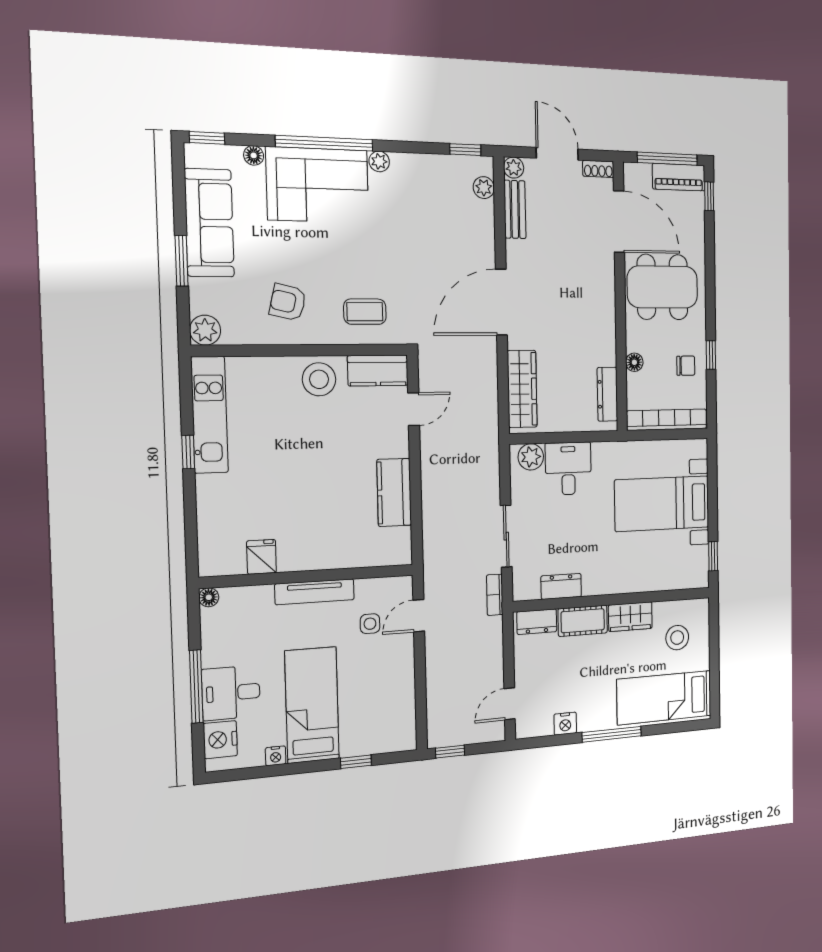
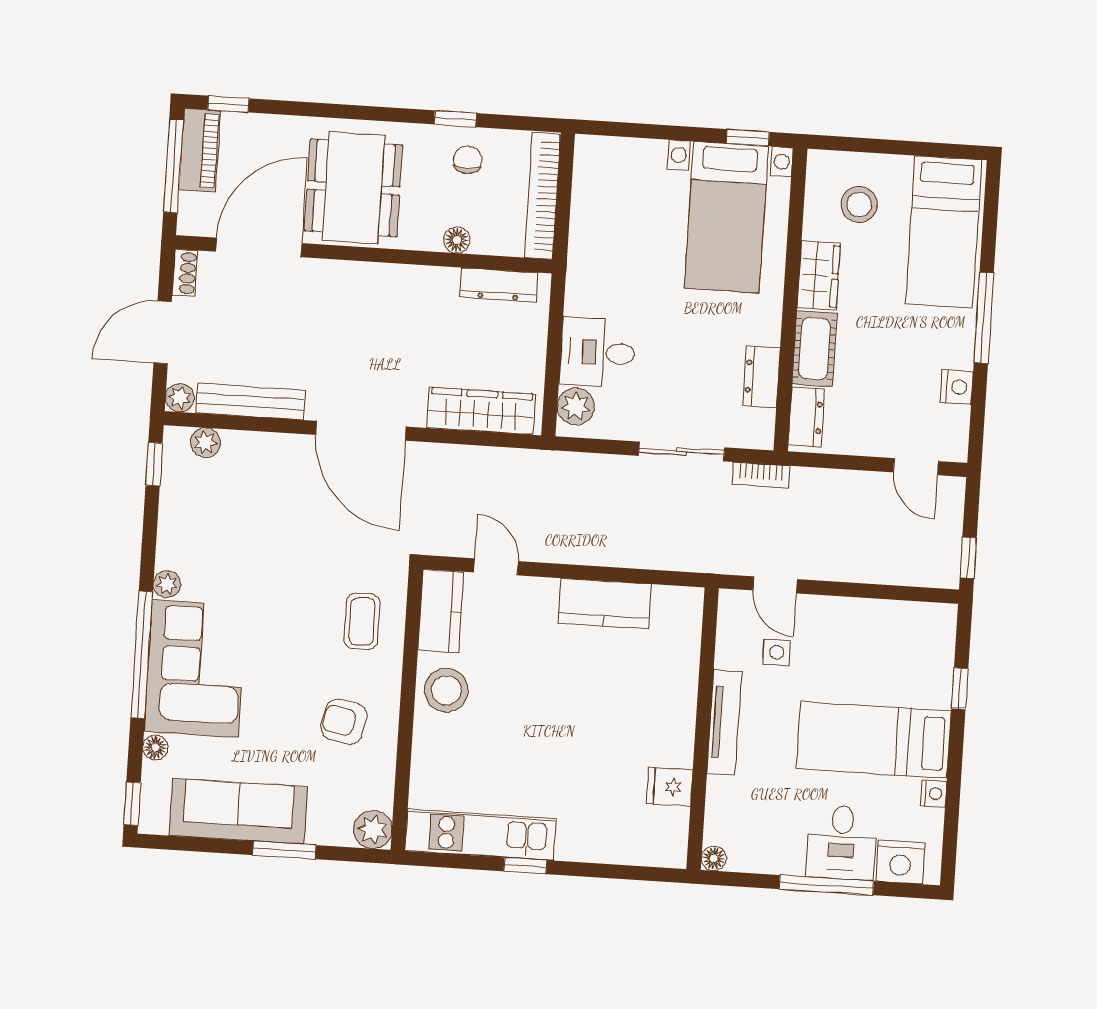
bench: (515, 209) -> (251, 402), width x1.36
armchair: (288, 302) -> (344, 722), turned 89
bed with nightstands: (662, 504) -> (726, 217), moved

